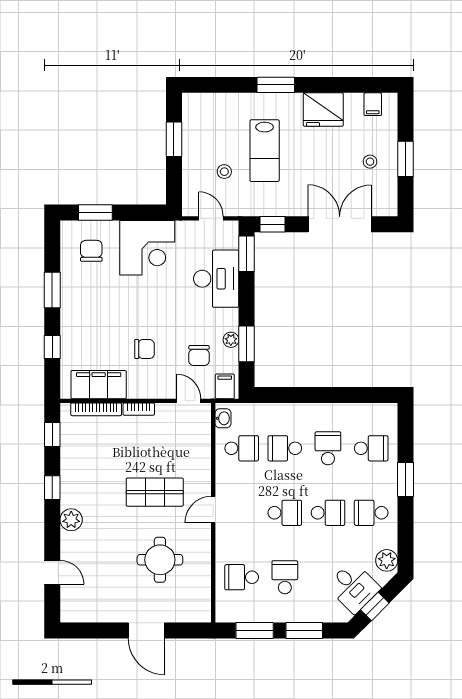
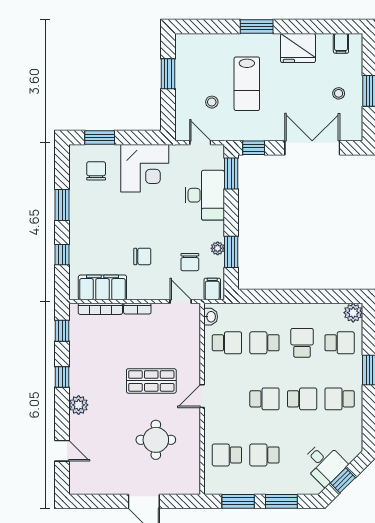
plant: (387, 560) -> (353, 313), moved
school desk: (285, 577) -> (264, 455), turned -90

